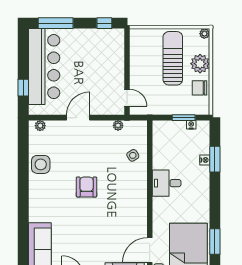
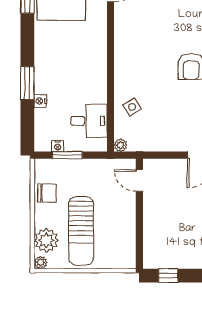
plant: (200, 64) -> (46, 240), moved
plant: (118, 125) -> (120, 145), moved
window: (215, 159) -> (27, 83), moved
desk: (167, 183) -> (89, 121), moved

